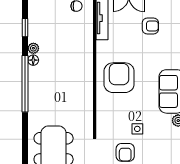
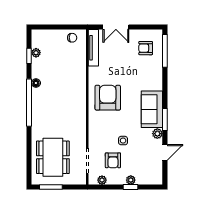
armchair: (150, 26) -> (146, 48), moved, turned 180
plant: (33, 48) -> (36, 53), moved

